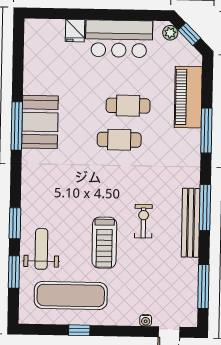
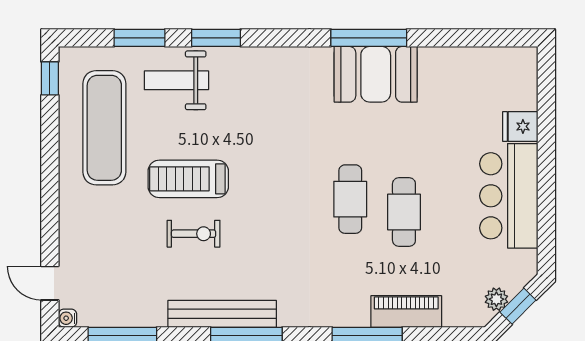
plant: (170, 33) -> (496, 299), moved
piano: (188, 97) -> (406, 311), width x0.73, depth x0.75
exercise bike: (143, 221) -> (194, 234), moved
weight bench: (41, 249) -> (176, 80), turned 180
water cooler: (146, 320) -> (68, 318), moved
window: (79, 330) -> (50, 78), moved

